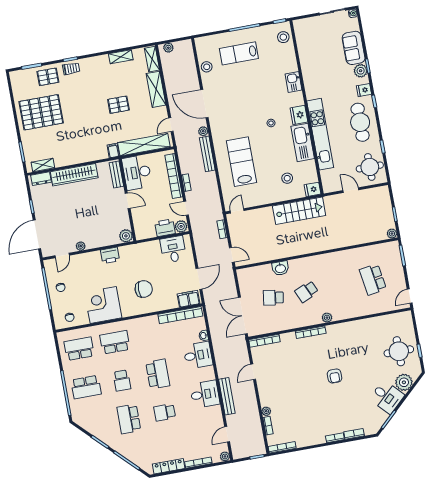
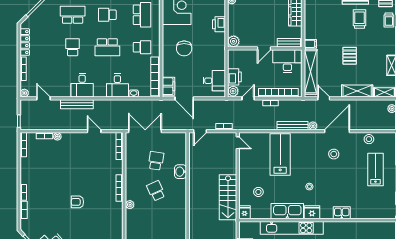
stool: (283, 37) -> (334, 154), moved
trolley: (76, 101) -> (360, 19), added
lab bench: (241, 162) -> (280, 154), turned -90
school desk: (151, 336) -> (142, 47), added

